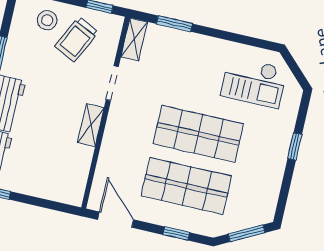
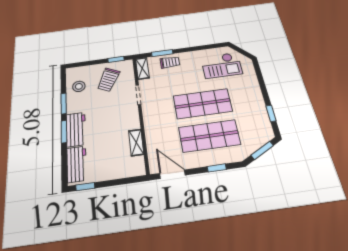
stool: (47, 20) -> (79, 86), moved
trolley: (179, 45) -> (170, 62), added
shelving: (91, 125) -> (136, 142), moved
window: (295, 146) -> (271, 113), moved

